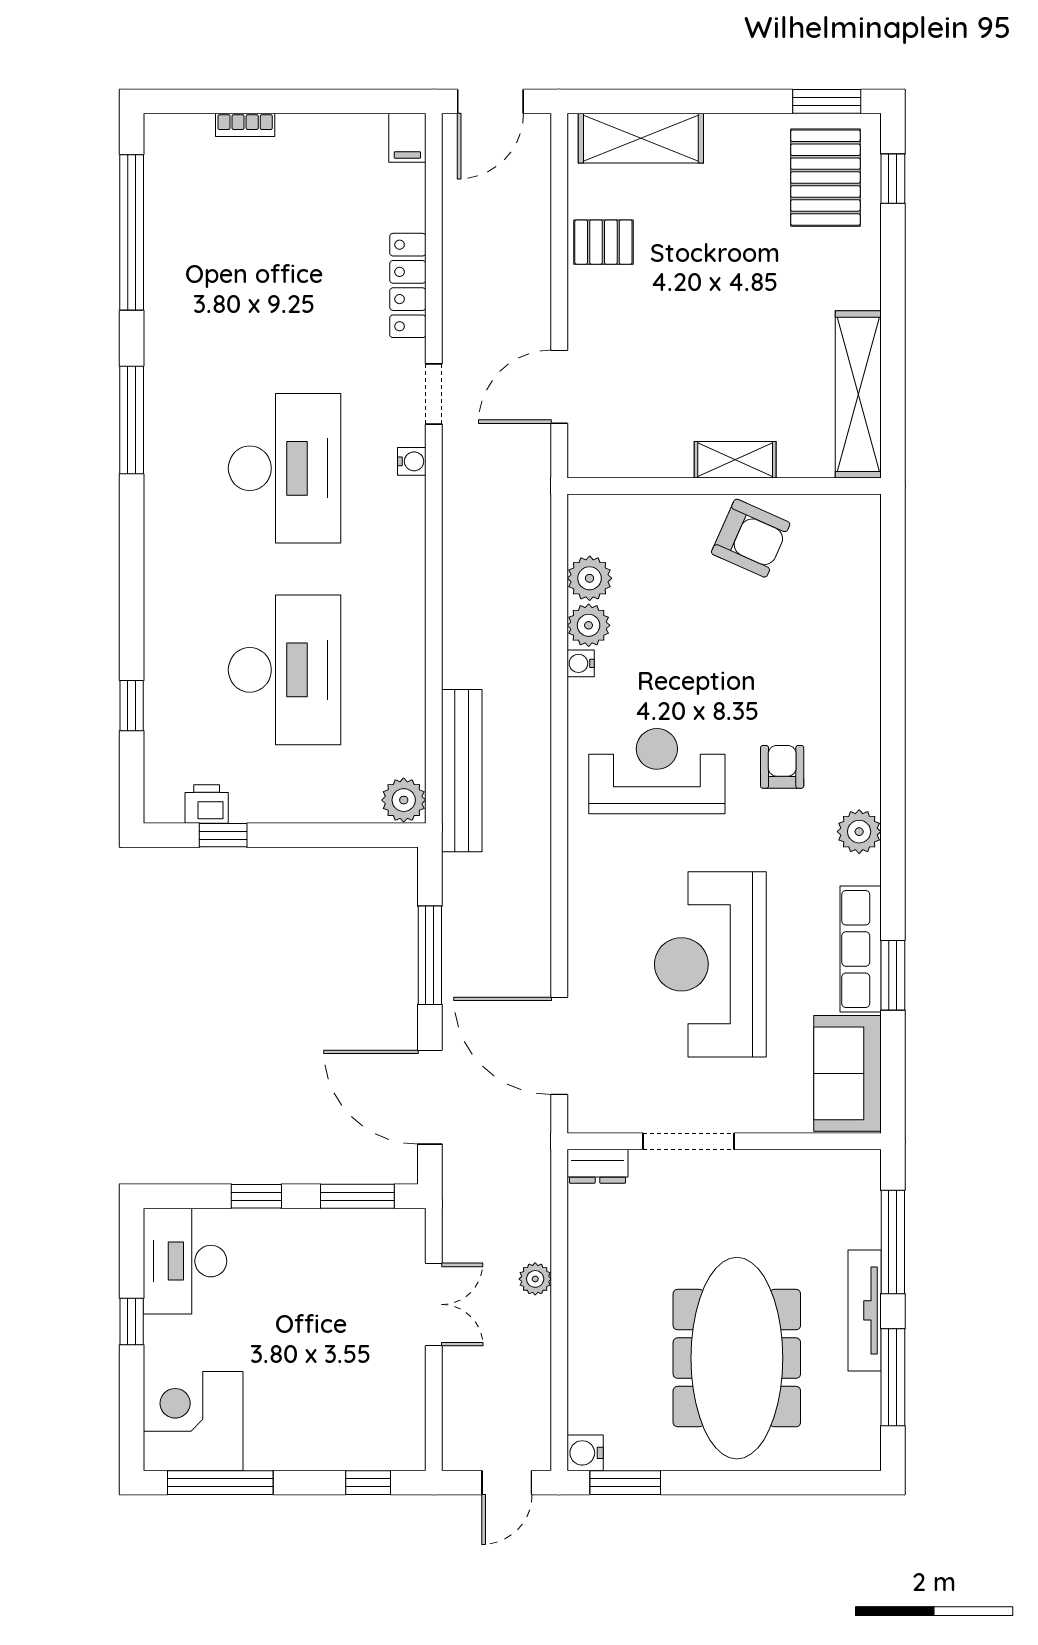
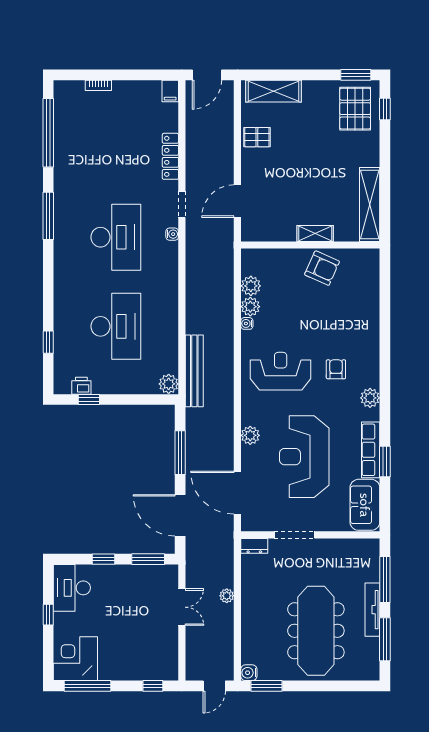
plant: (588, 916) -> (250, 435), added

